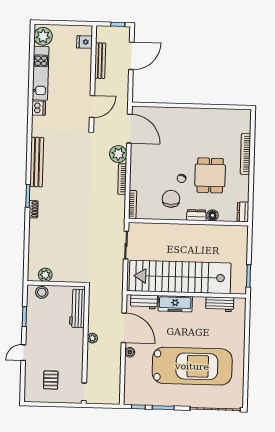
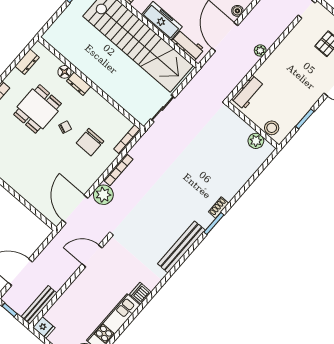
fridge: (84, 42) -> (44, 328), moved
bench: (100, 61) -> (39, 305), moved
chair: (171, 199) -> (90, 142), moved
dresser: (243, 212) -> (27, 62), moved
workbench: (77, 308) -> (248, 92), width x0.73

